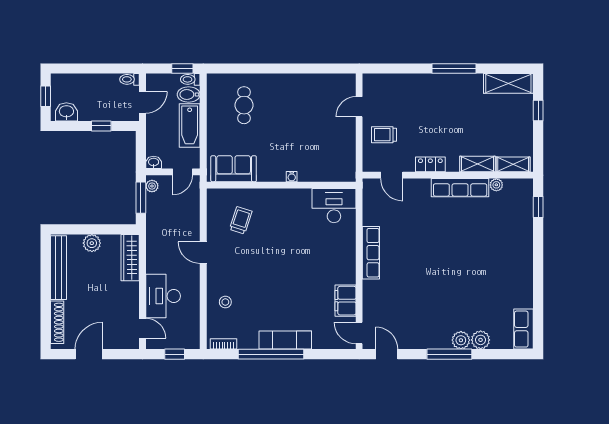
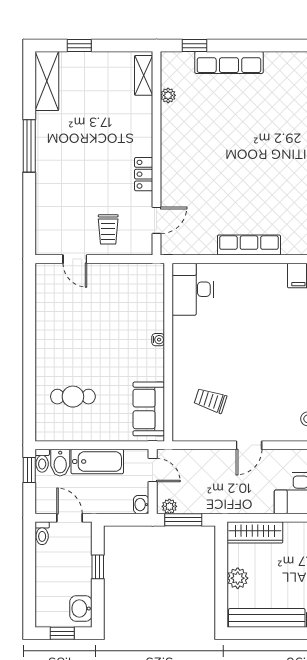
shelving: (477, 164) -> (143, 118), removed
row of seats: (460, 188) -> (229, 62), moved, turned 90

